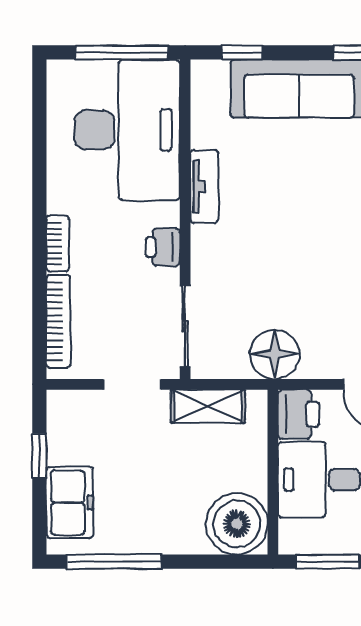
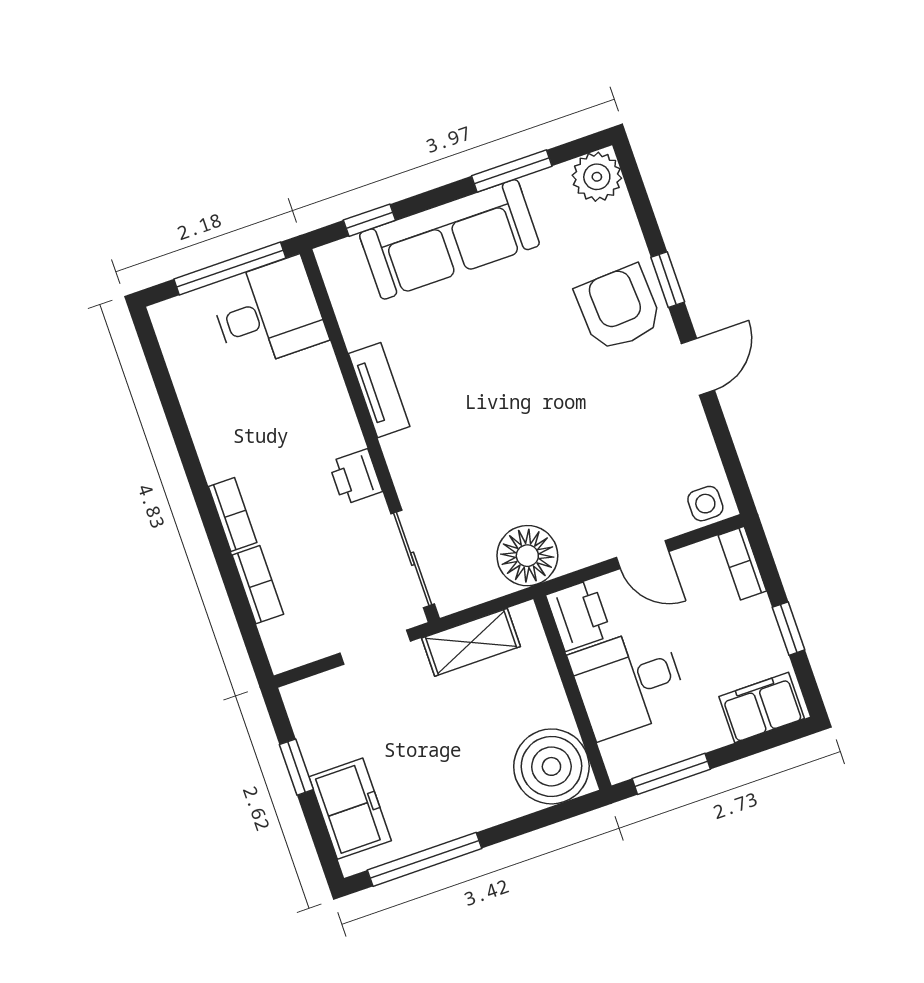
desk: (127, 130) -> (268, 313), width x0.53, depth x0.77
bookcase: (58, 321) -> (258, 585), width x0.64

